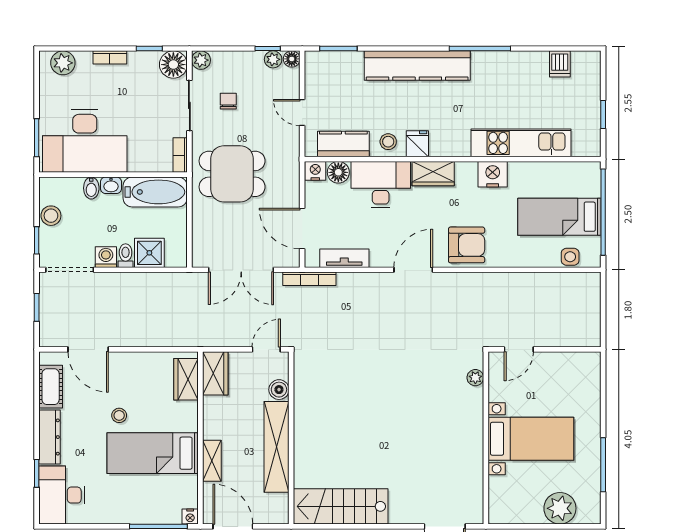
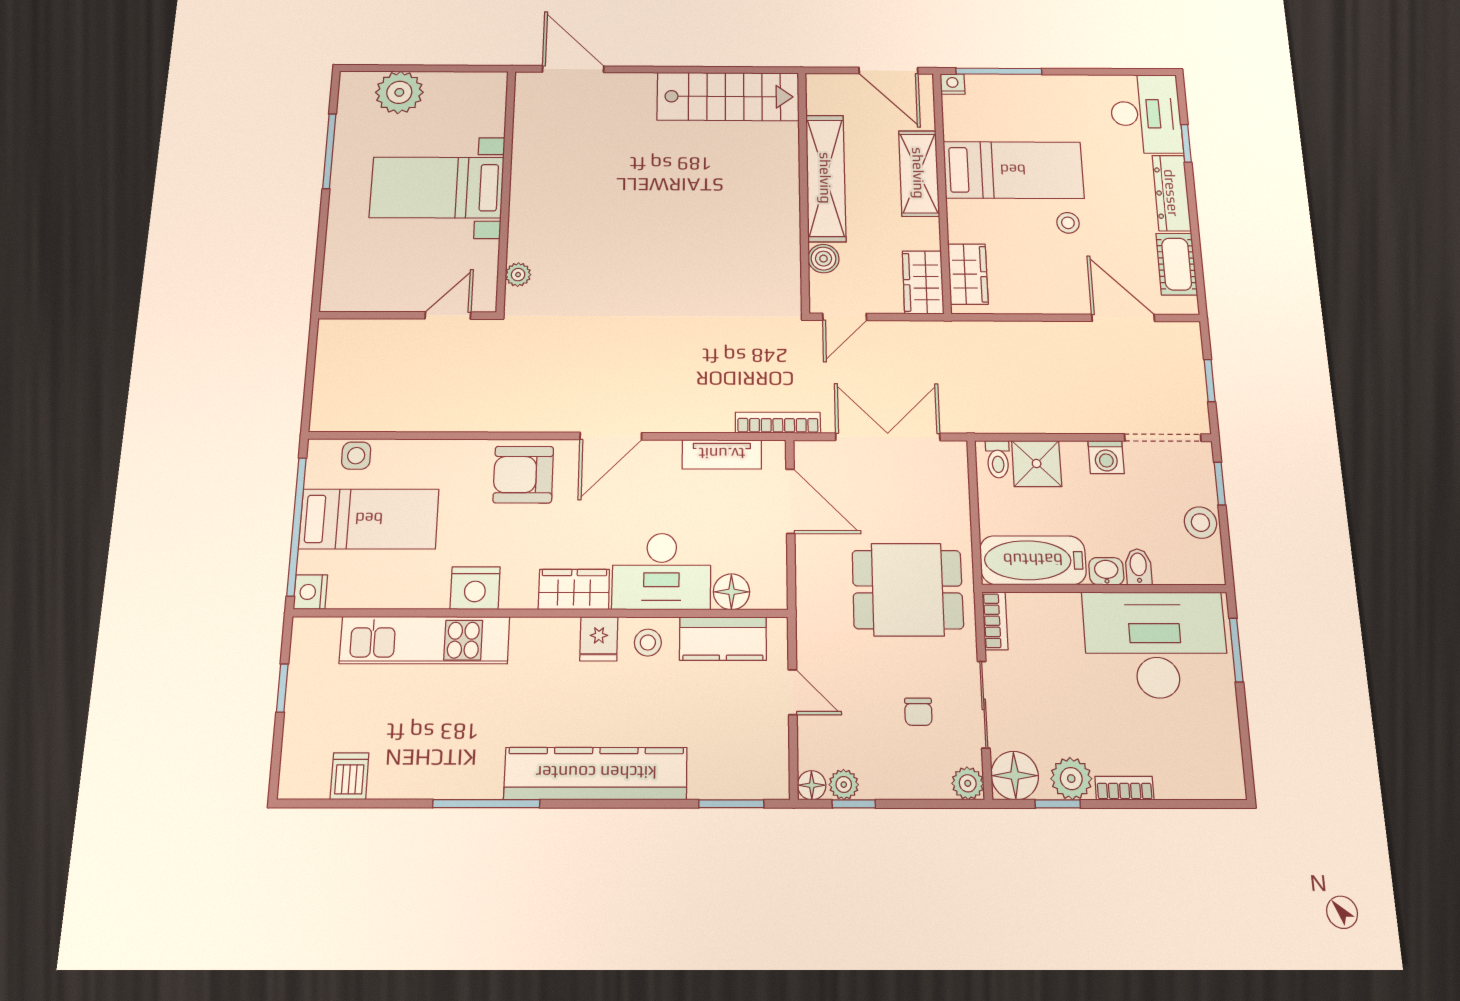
plant: (63, 63) -> (1071, 779), moved
nightstand: (315, 171) -> (310, 592), moved, turned 90
toilet: (126, 256) -> (998, 459), moved
shelving: (212, 461) -> (919, 173), width x1.50, depth x1.33

